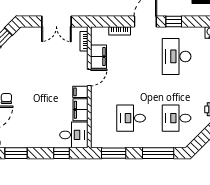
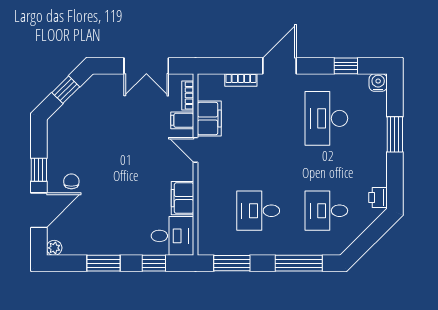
window: (174, 21) -> (346, 66), moved
door: (89, 78) -> (195, 150), swing flipped
filing cabinet: (80, 92) -> (182, 120), moved
window: (16, 153) -> (103, 263), moved

